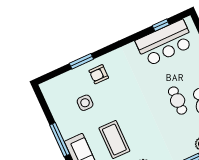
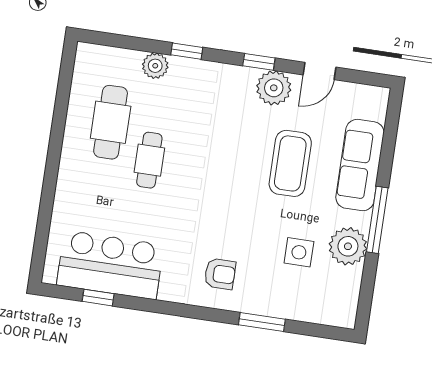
armchair: (99, 74) -> (220, 274), moved
plant: (65, 119) -> (348, 246), added

